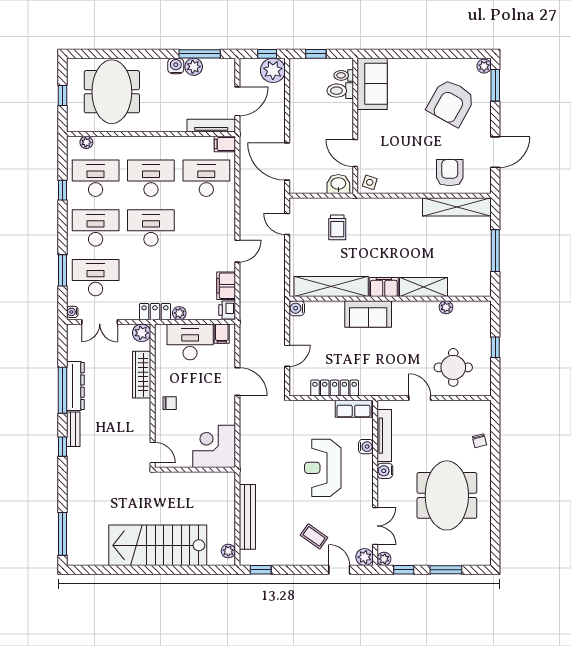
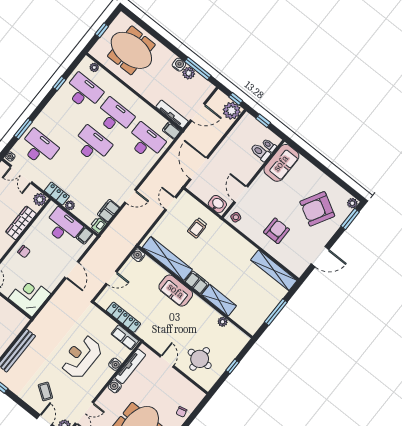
meeting table: (112, 92) -> (131, 50), turned 90
armchair: (450, 173) -> (276, 231), moved
desk: (96, 228) -> (61, 120), removed

